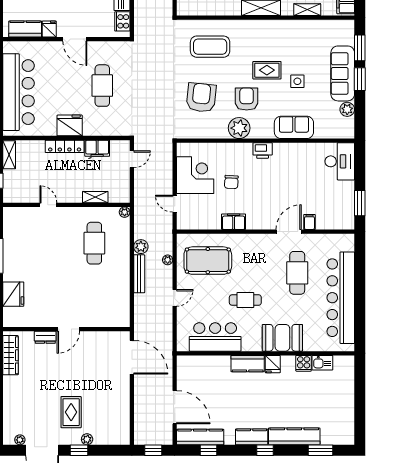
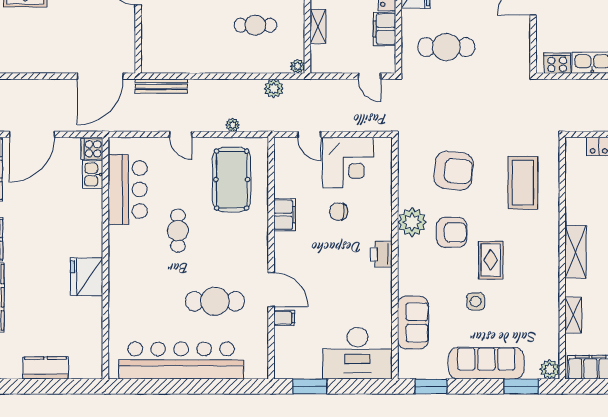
window: (360, 79) -> (431, 386), moved
cafe table: (102, 86) -> (446, 47), moved
plant: (347, 109) -> (550, 369), moved
sofa: (294, 127) -> (413, 323), moved
desk: (340, 161) -> (357, 353), width x1.36, depth x1.30
door: (175, 204) -> (309, 134), swing flipped
cafe table: (94, 243) -> (255, 25), width x0.73, depth x0.74
plant: (141, 247) -> (274, 88), moved
bench: (139, 274) -> (161, 86), moved
booth: (282, 338) -> (126, 281), removed
cooker: (304, 363) -> (92, 149), moved
kitchen sink: (322, 363) -> (93, 175), moved
kitchen counter: (248, 364) -> (46, 368), moved, turned 90
fridge: (273, 364) -> (87, 277), width x1.88, depth x1.34

